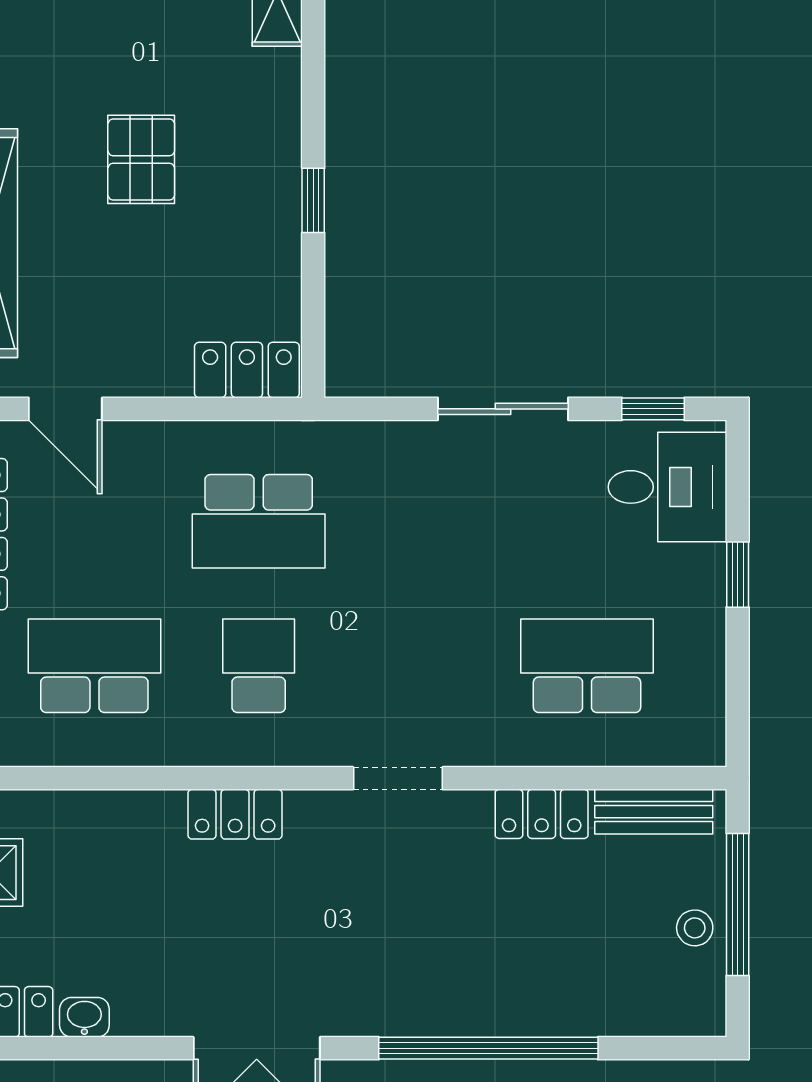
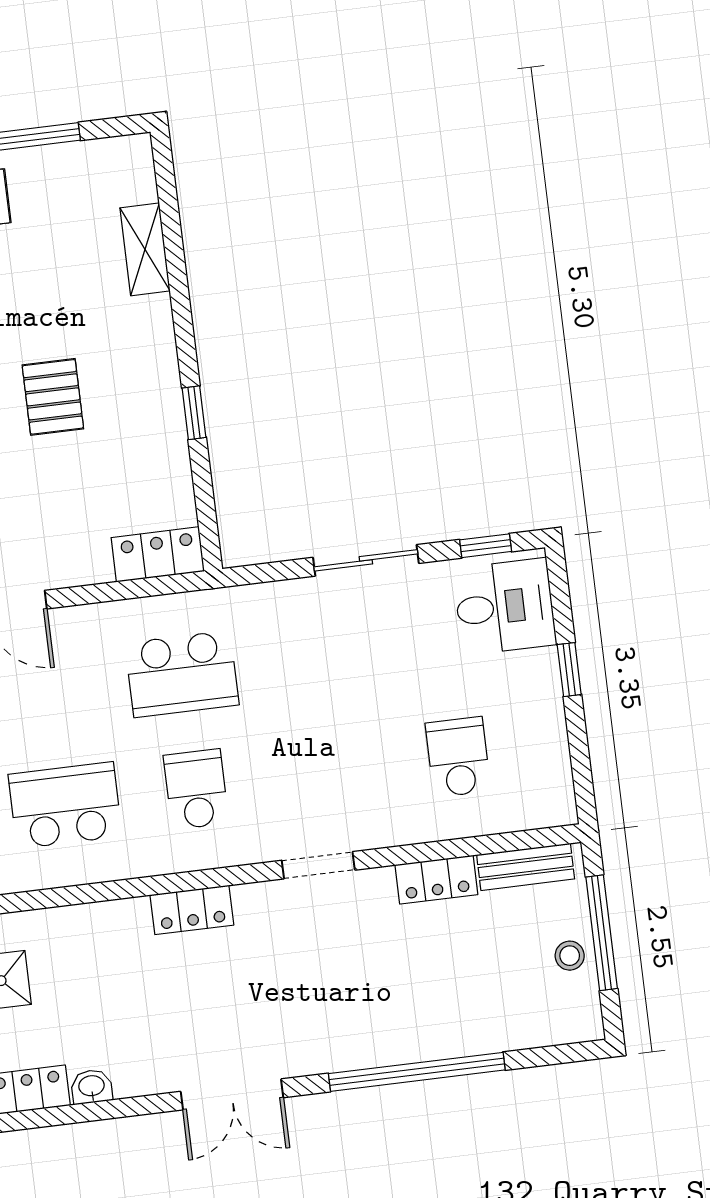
school desk: (587, 666) -> (458, 757), width x0.54

